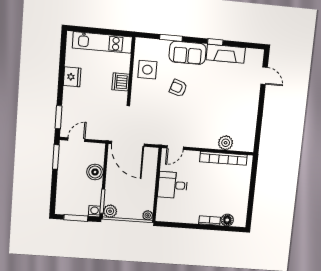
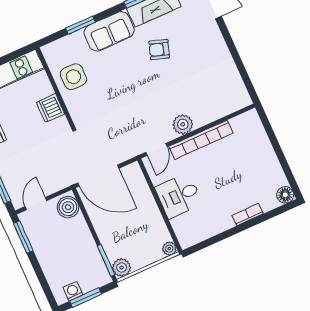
armchair: (178, 88) -> (159, 50), moved
plant: (226, 143) -> (183, 124), moved
bookcase: (223, 158) -> (201, 140), moved
boiler: (95, 172) -> (68, 207), moved
washing machine: (94, 211) -> (73, 291), moved
floor lamp: (227, 220) -> (285, 195), moved

